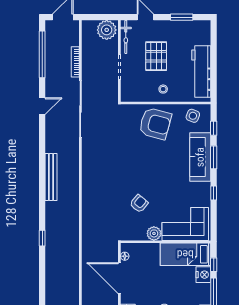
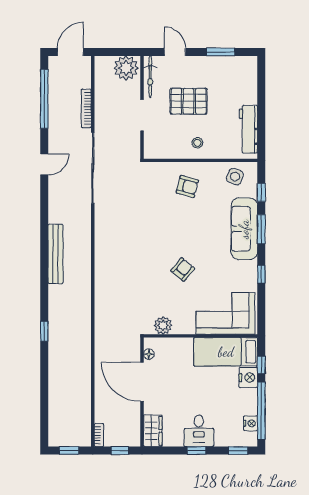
pallet: (156, 56) -> (189, 101), turned 90
workbench: (201, 71) -> (248, 129), width x0.73, depth x0.76
armchair: (155, 124) -> (187, 186), width x0.53, depth x0.53
armchair: (139, 204) -> (183, 269), moved
plant: (154, 233) -> (163, 325), moved

